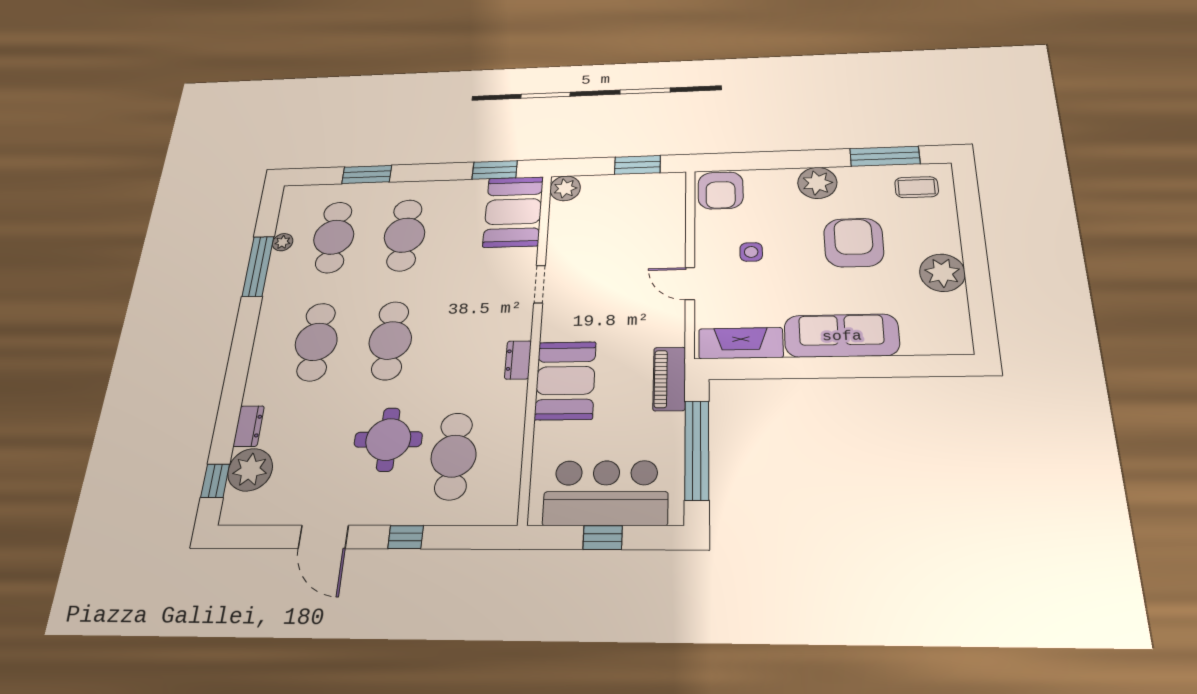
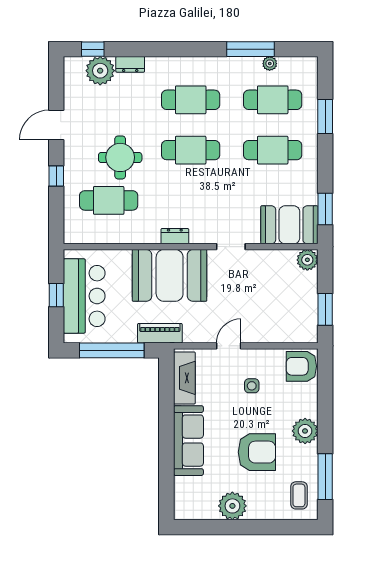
booth: (565, 380) -> (170, 275), width x1.36, depth x1.42

